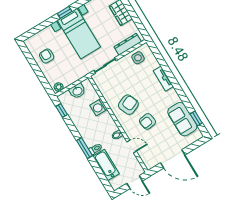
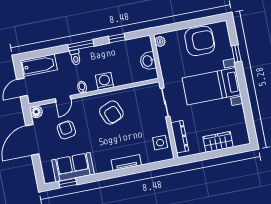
window: (65, 12) -> (236, 54), moved
armchair: (47, 56) -> (200, 41), width x1.88, depth x1.88
washing machine: (99, 107) -> (105, 81), moved
window: (62, 110) -> (117, 38), moved
armchair: (147, 121) -> (66, 130), moved
floor lamp: (150, 164) -> (36, 112), added
bathtub: (106, 165) -> (39, 65), moved

